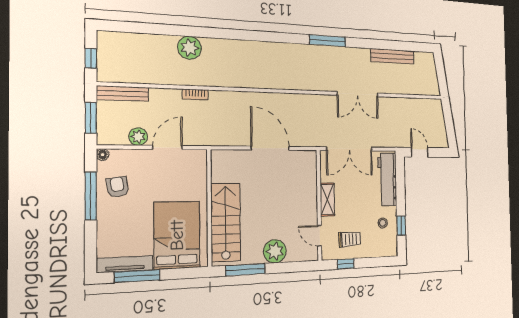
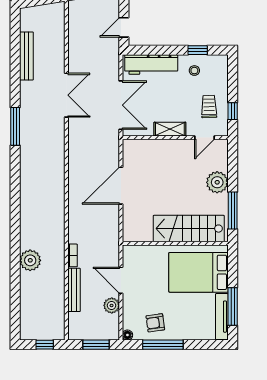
bench: (123, 94) -> (74, 290), moved

